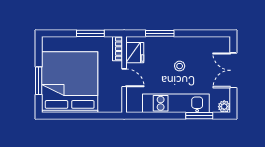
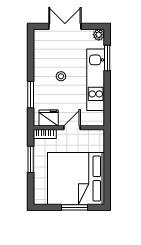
double door: (233, 70) -> (65, 26), swing flipped

